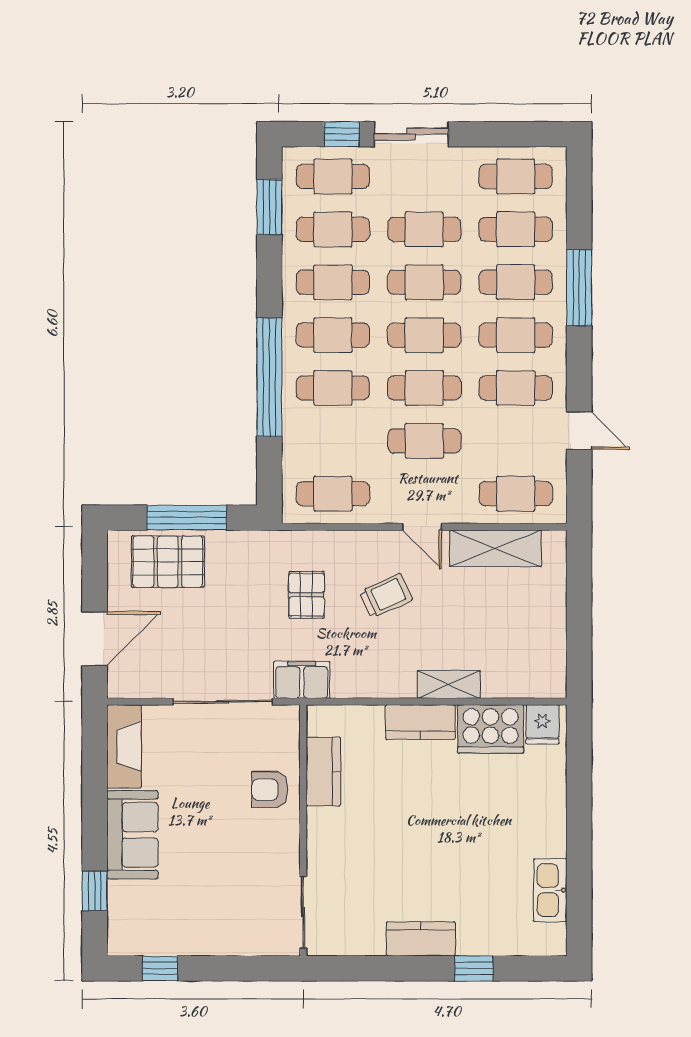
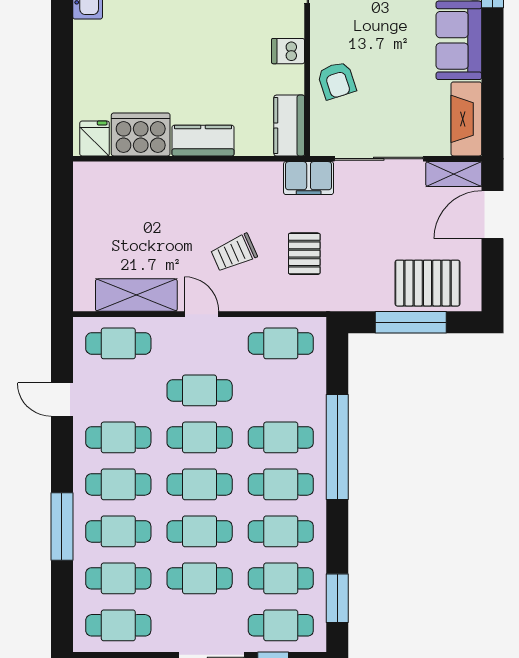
shelving: (449, 684) -> (454, 174), moved
kitchen counter: (323, 772) -> (289, 126), moved
armchair: (270, 790) -> (337, 81), turned 72
dishwasher: (325, 823) -> (288, 51), added

